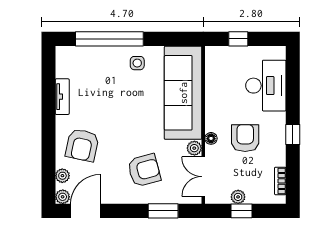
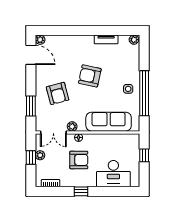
window: (109, 39) -> (144, 93), moved
sofa: (183, 93) -> (109, 122), width x0.74, depth x0.79
armchair: (82, 145) -> (90, 76), moved
plant: (62, 176) -> (134, 40), moved
double door: (203, 177) -> (53, 132), swing flipped

